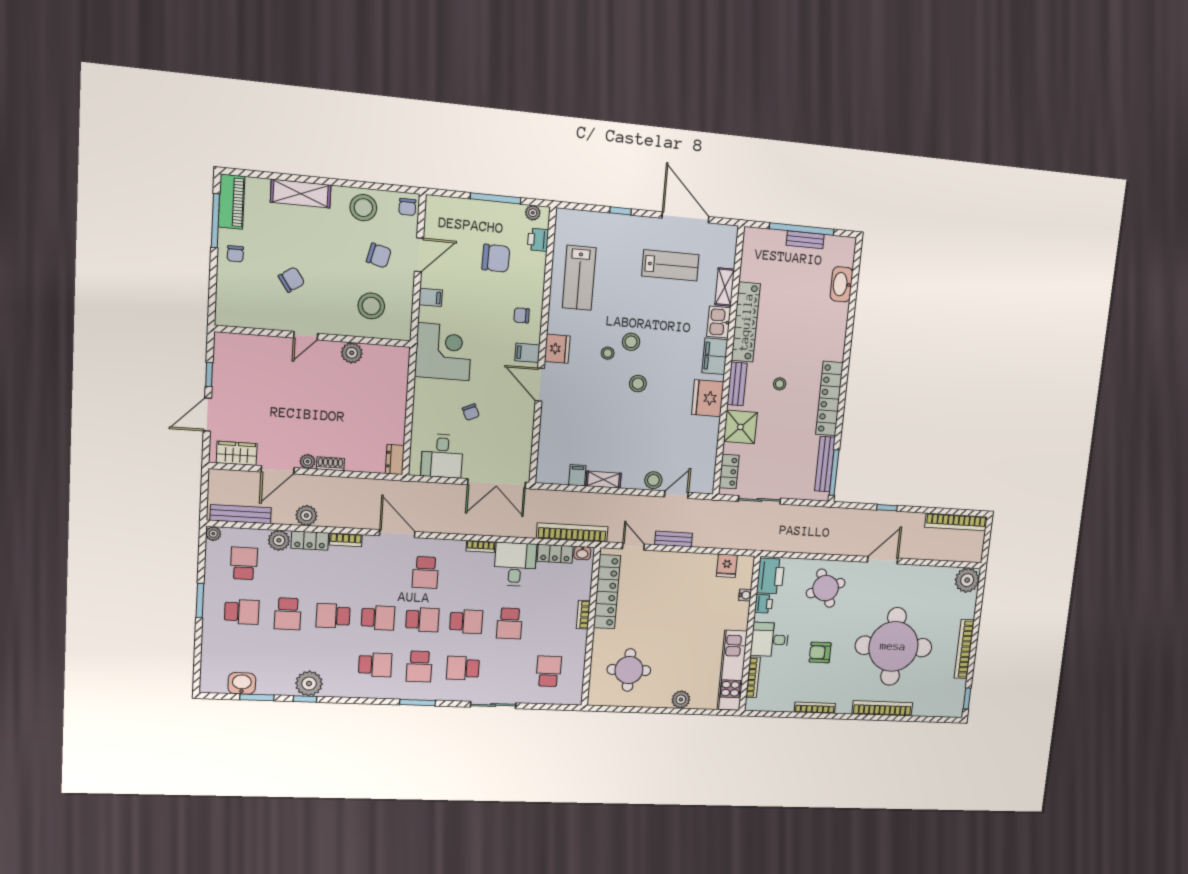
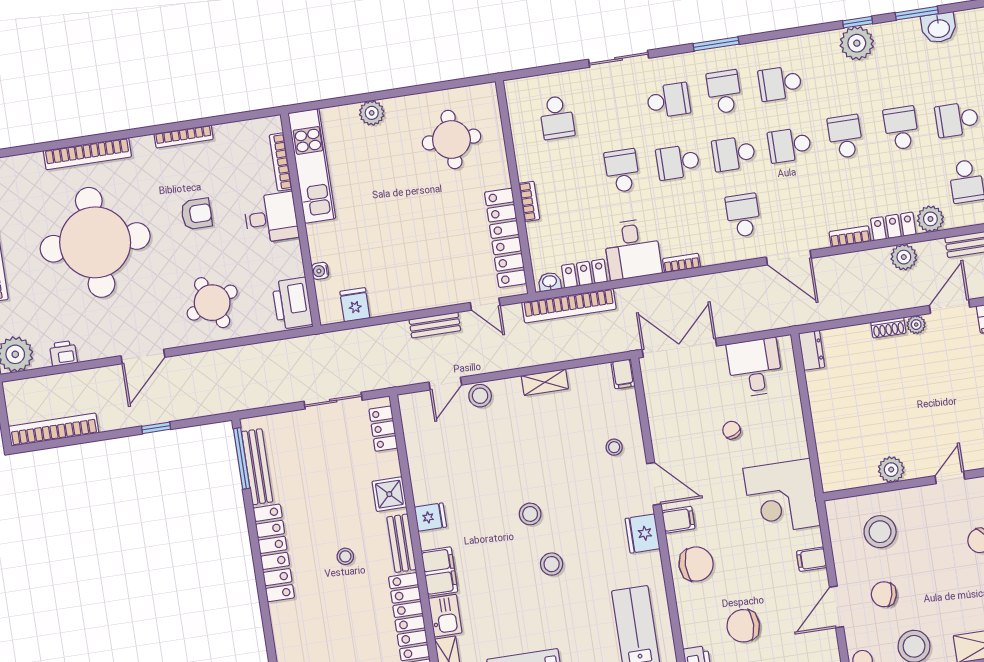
chair: (522, 315) -> (696, 564), width x1.87, depth x1.87
stool: (608, 353) -> (614, 447), moved
fridge: (708, 398) -> (430, 517), width x0.53, depth x0.75
shower: (740, 427) -> (389, 494), width x0.73, depth x0.73
filing cabinet: (577, 475) -> (623, 374), moved
printer: (764, 604) -> (63, 353), moved, turned 90
school desk: (333, 616) -> (845, 137), turned -90

